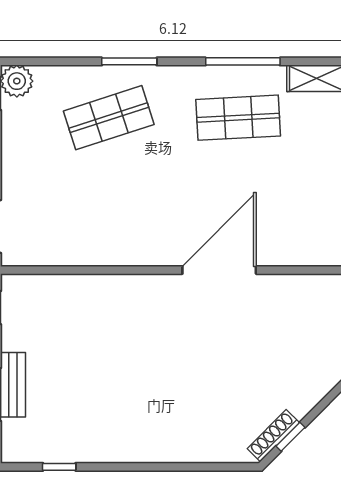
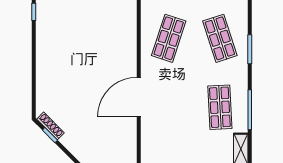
shop shelf: (109, 214) -> (169, 38), added
door: (219, 270) -> (139, 97), swing flipped

